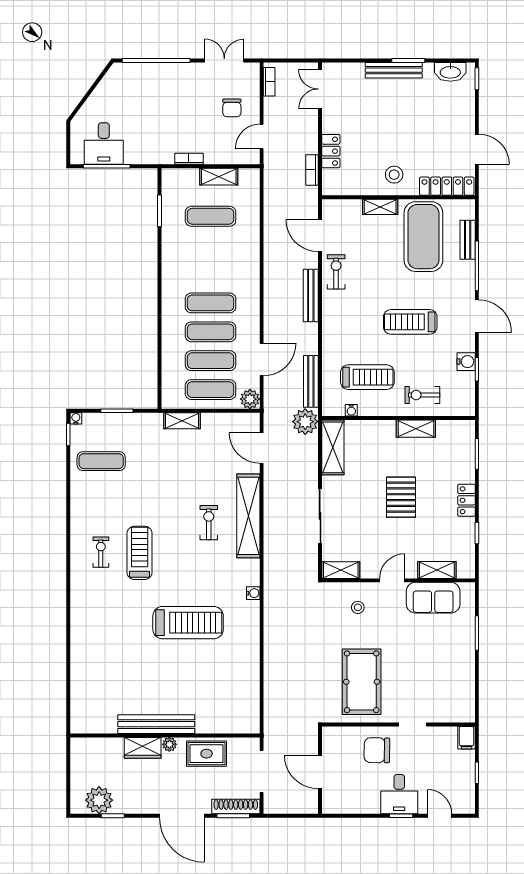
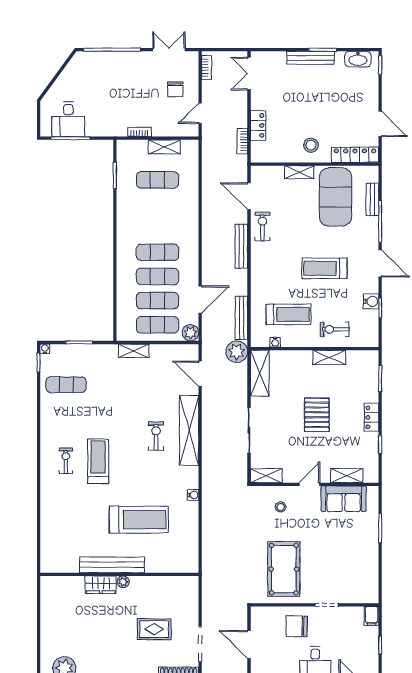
bench: (156, 724) -> (112, 565), moved
wall: (165, 735) -> (119, 574), moved
plant: (169, 744) -> (123, 582), moved
wardrobe: (143, 748) -> (101, 585), moved

